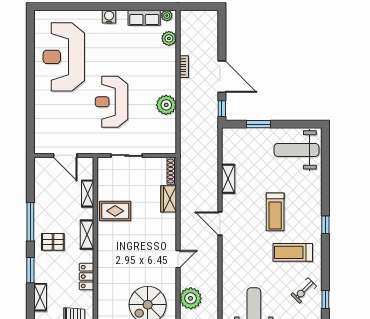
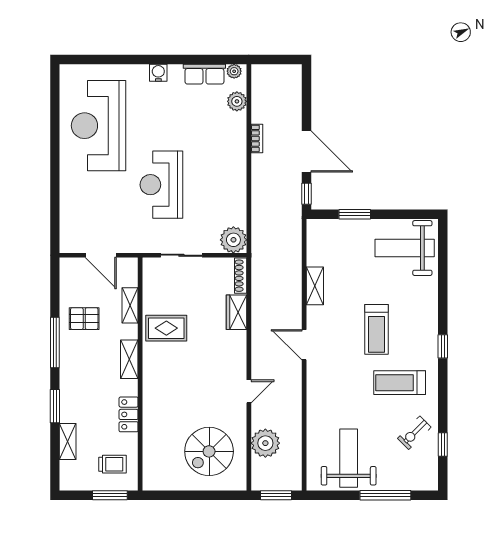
plant: (166, 105) -> (233, 240), moved
pallet: (53, 242) -> (84, 319), moved

